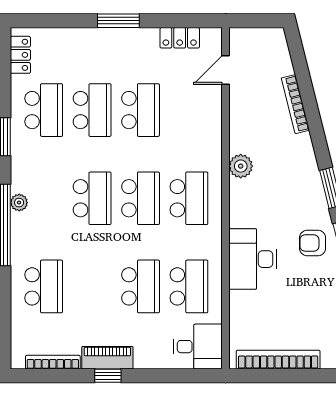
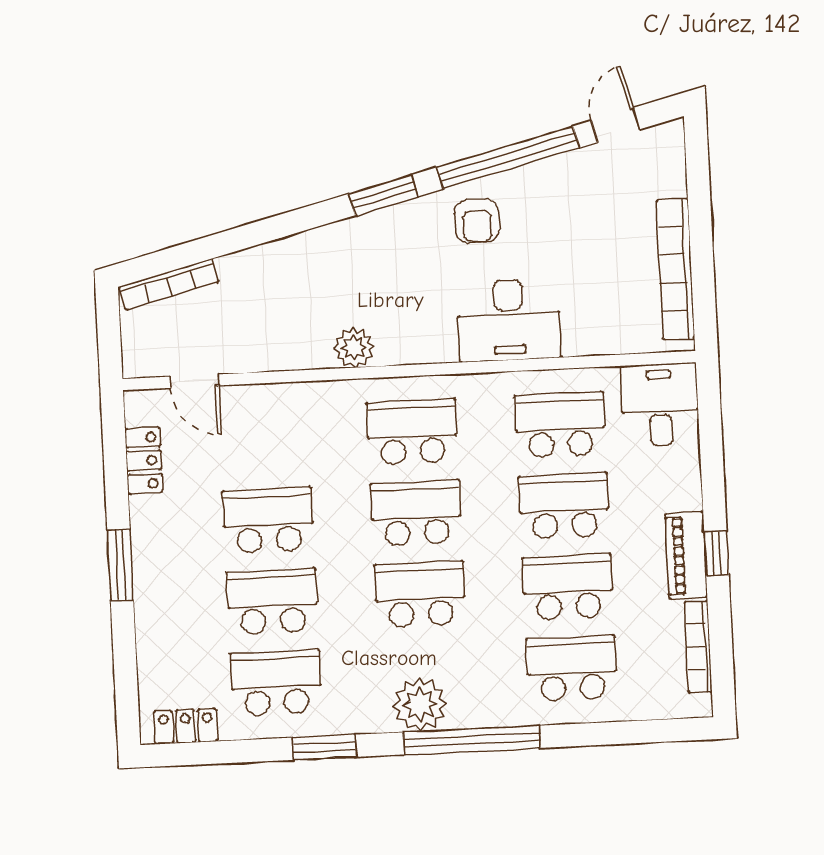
bookcase: (295, 104) -> (169, 284), moved
plant: (19, 203) -> (420, 704), width x1.88, depth x1.88
school desk: (92, 286) -> (568, 587), added

